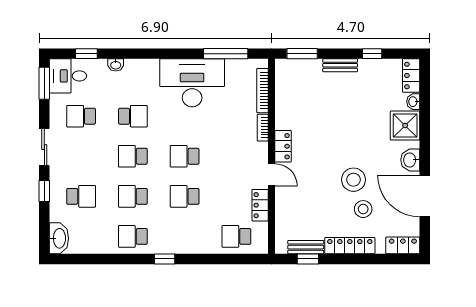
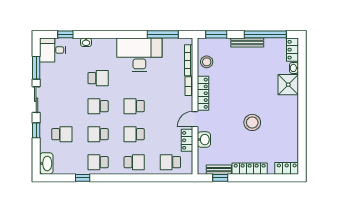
window: (372, 54) -> (265, 34), width x3.17
bench: (340, 65) -> (247, 43), width x1.36
window: (44, 83) -> (36, 68), moved
school desk: (81, 116) -> (134, 162), moved, turned 180
locker: (283, 146) -> (203, 93), width x1.53
washbasin: (410, 160) -> (204, 140), moved, turned 180
door: (272, 175) -> (195, 119), swing flipped
door: (425, 196) -> (302, 134), removed
stool: (363, 209) -> (207, 62), moved
window: (165, 259) -> (83, 178), moved

